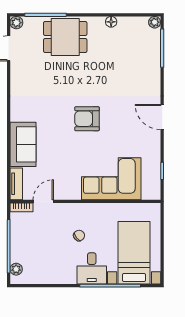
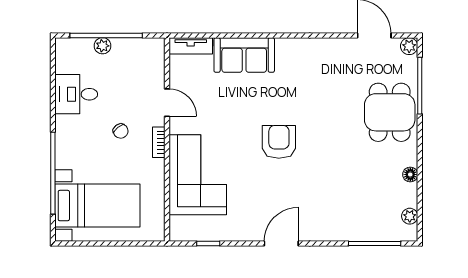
plant: (155, 22) -> (410, 216), moved
door: (43, 201) -> (167, 103), moved
bookcase: (21, 207) -> (159, 142), moved
desk: (92, 268) -> (76, 94), moved
plant: (16, 269) -> (103, 46), moved

